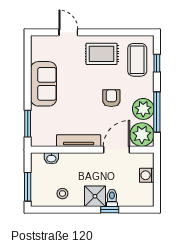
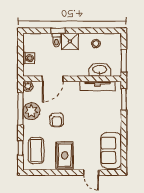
rug: (102, 54) -> (65, 155), turned 90
sofa: (44, 84) -> (111, 150), moved
plant: (142, 135) -> (28, 86), width x0.53, depth x0.53
tv unit: (79, 141) -> (98, 86), moved
washbasin: (51, 158) -> (100, 70), width x1.91, depth x1.45
window: (28, 187) -> (124, 61), moved

